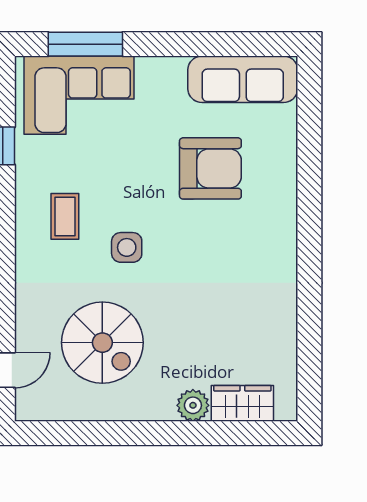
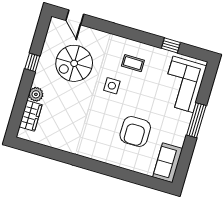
window: (85, 44) -> (196, 120), moved
sofa: (243, 79) -> (168, 163), width x0.73
window: (127, 433) -> (32, 62), added

